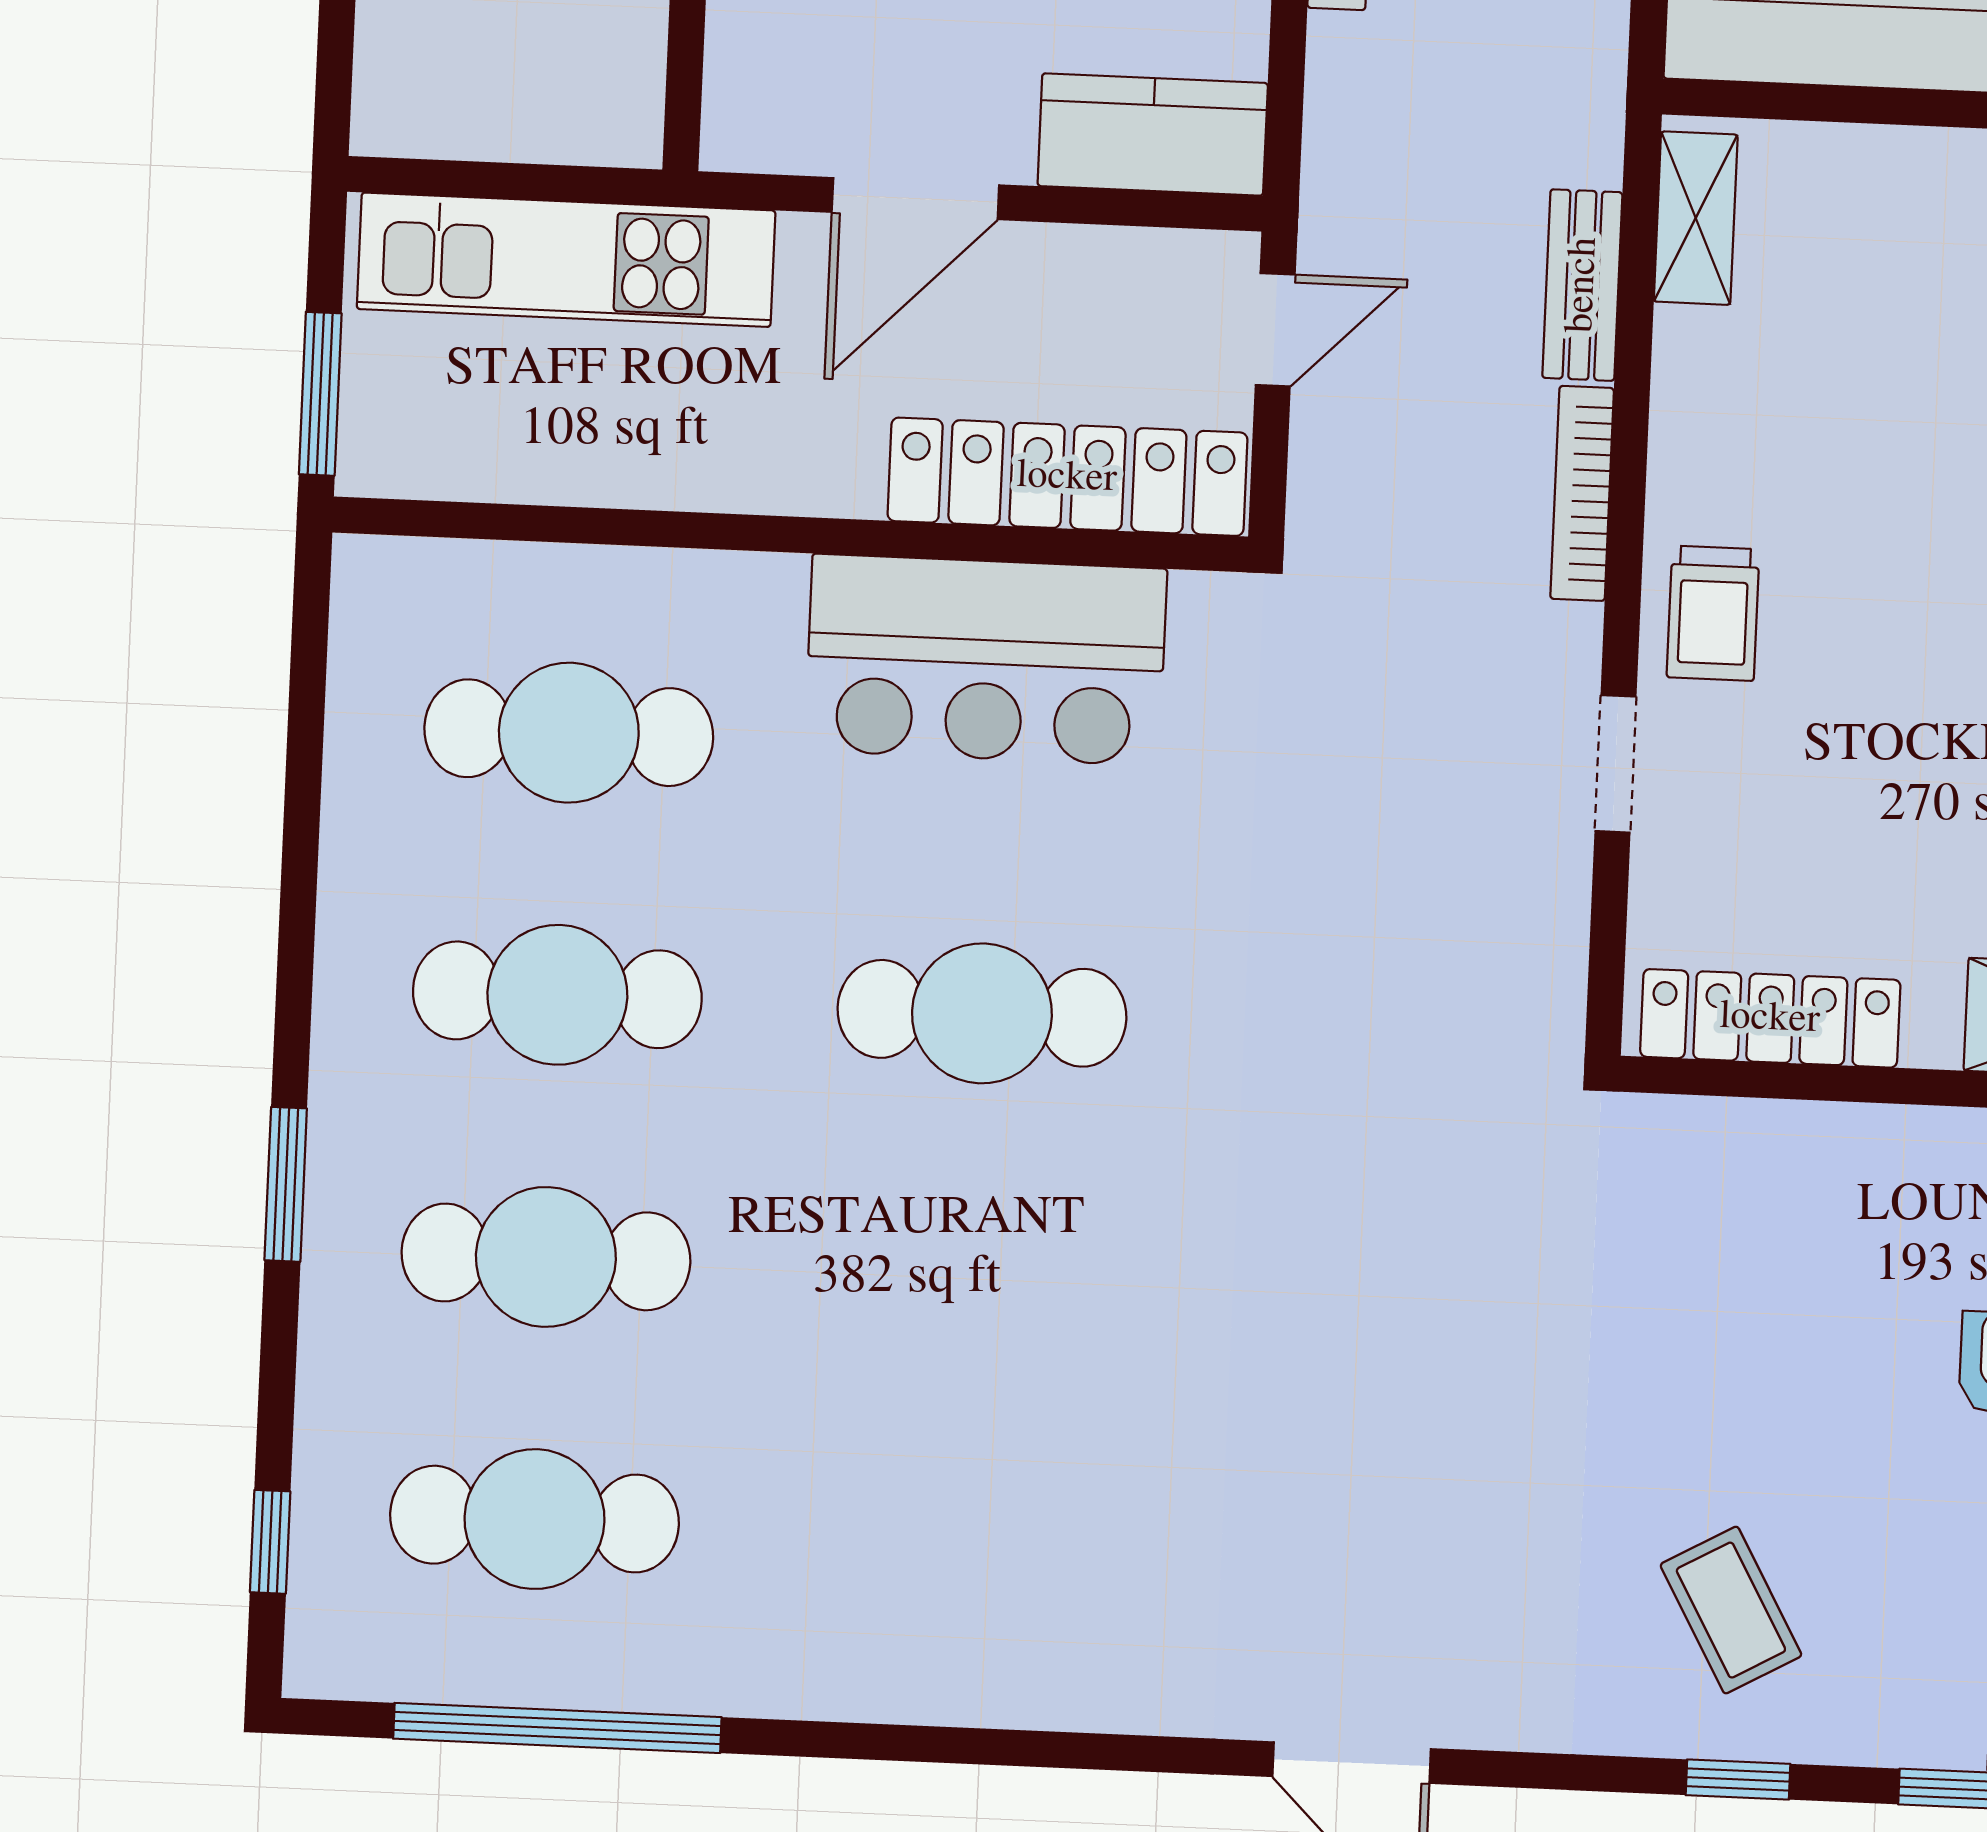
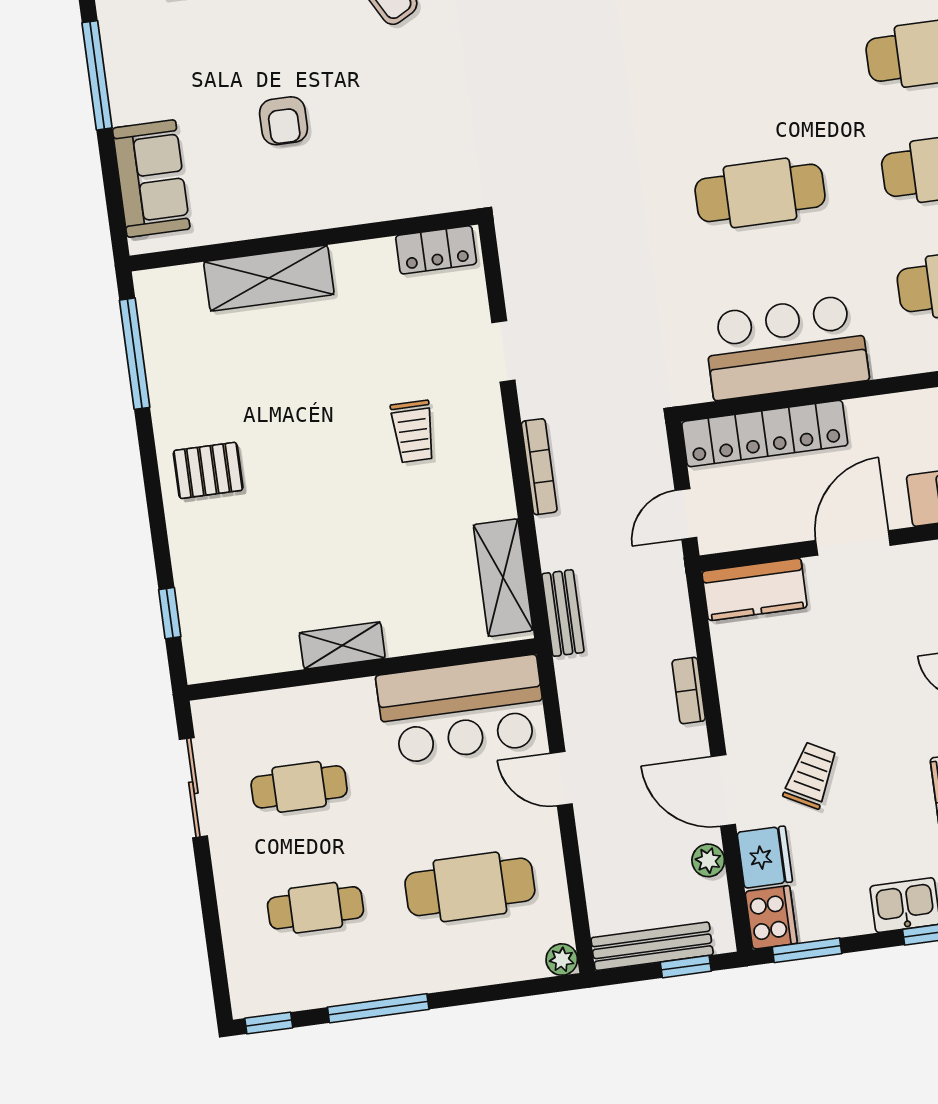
shelving: (1696, 218) -> (503, 578), width x1.50, depth x1.33
bench: (1582, 285) -> (563, 613), moved
trolley: (1713, 613) -> (413, 431), moved, turned 180
locker: (1770, 1018) -> (436, 250), width x0.66

